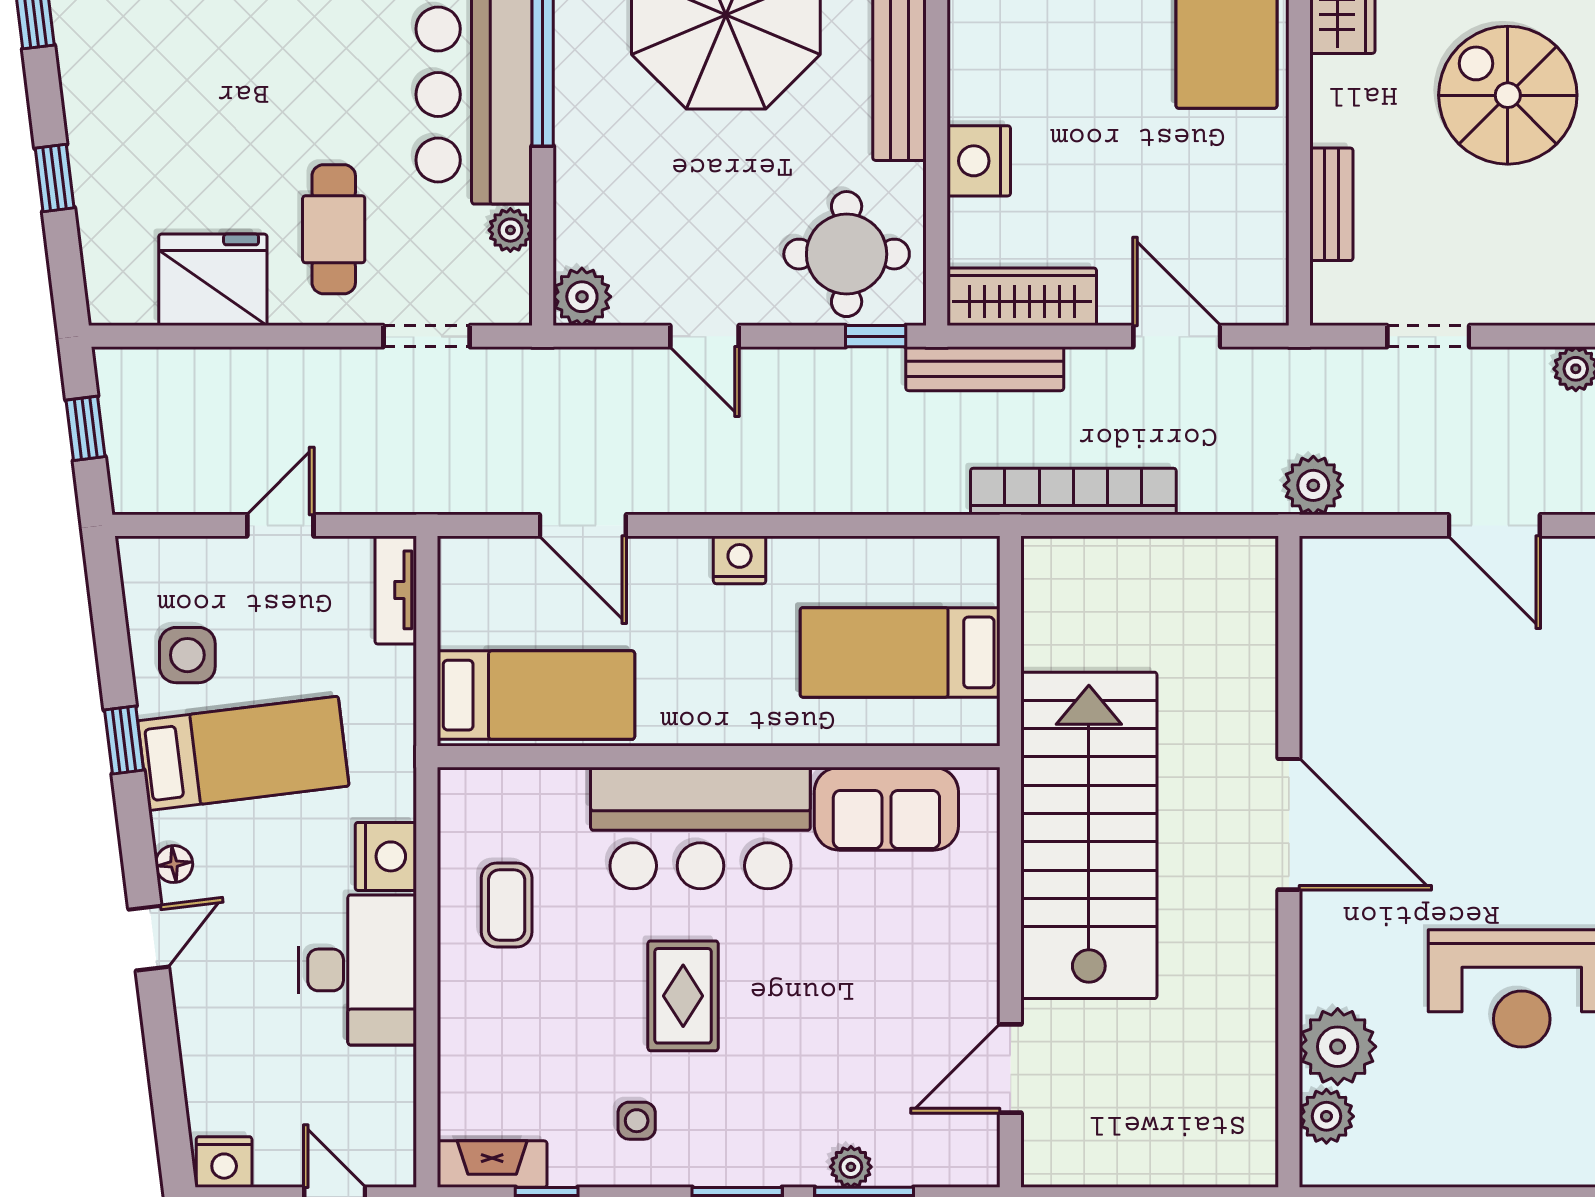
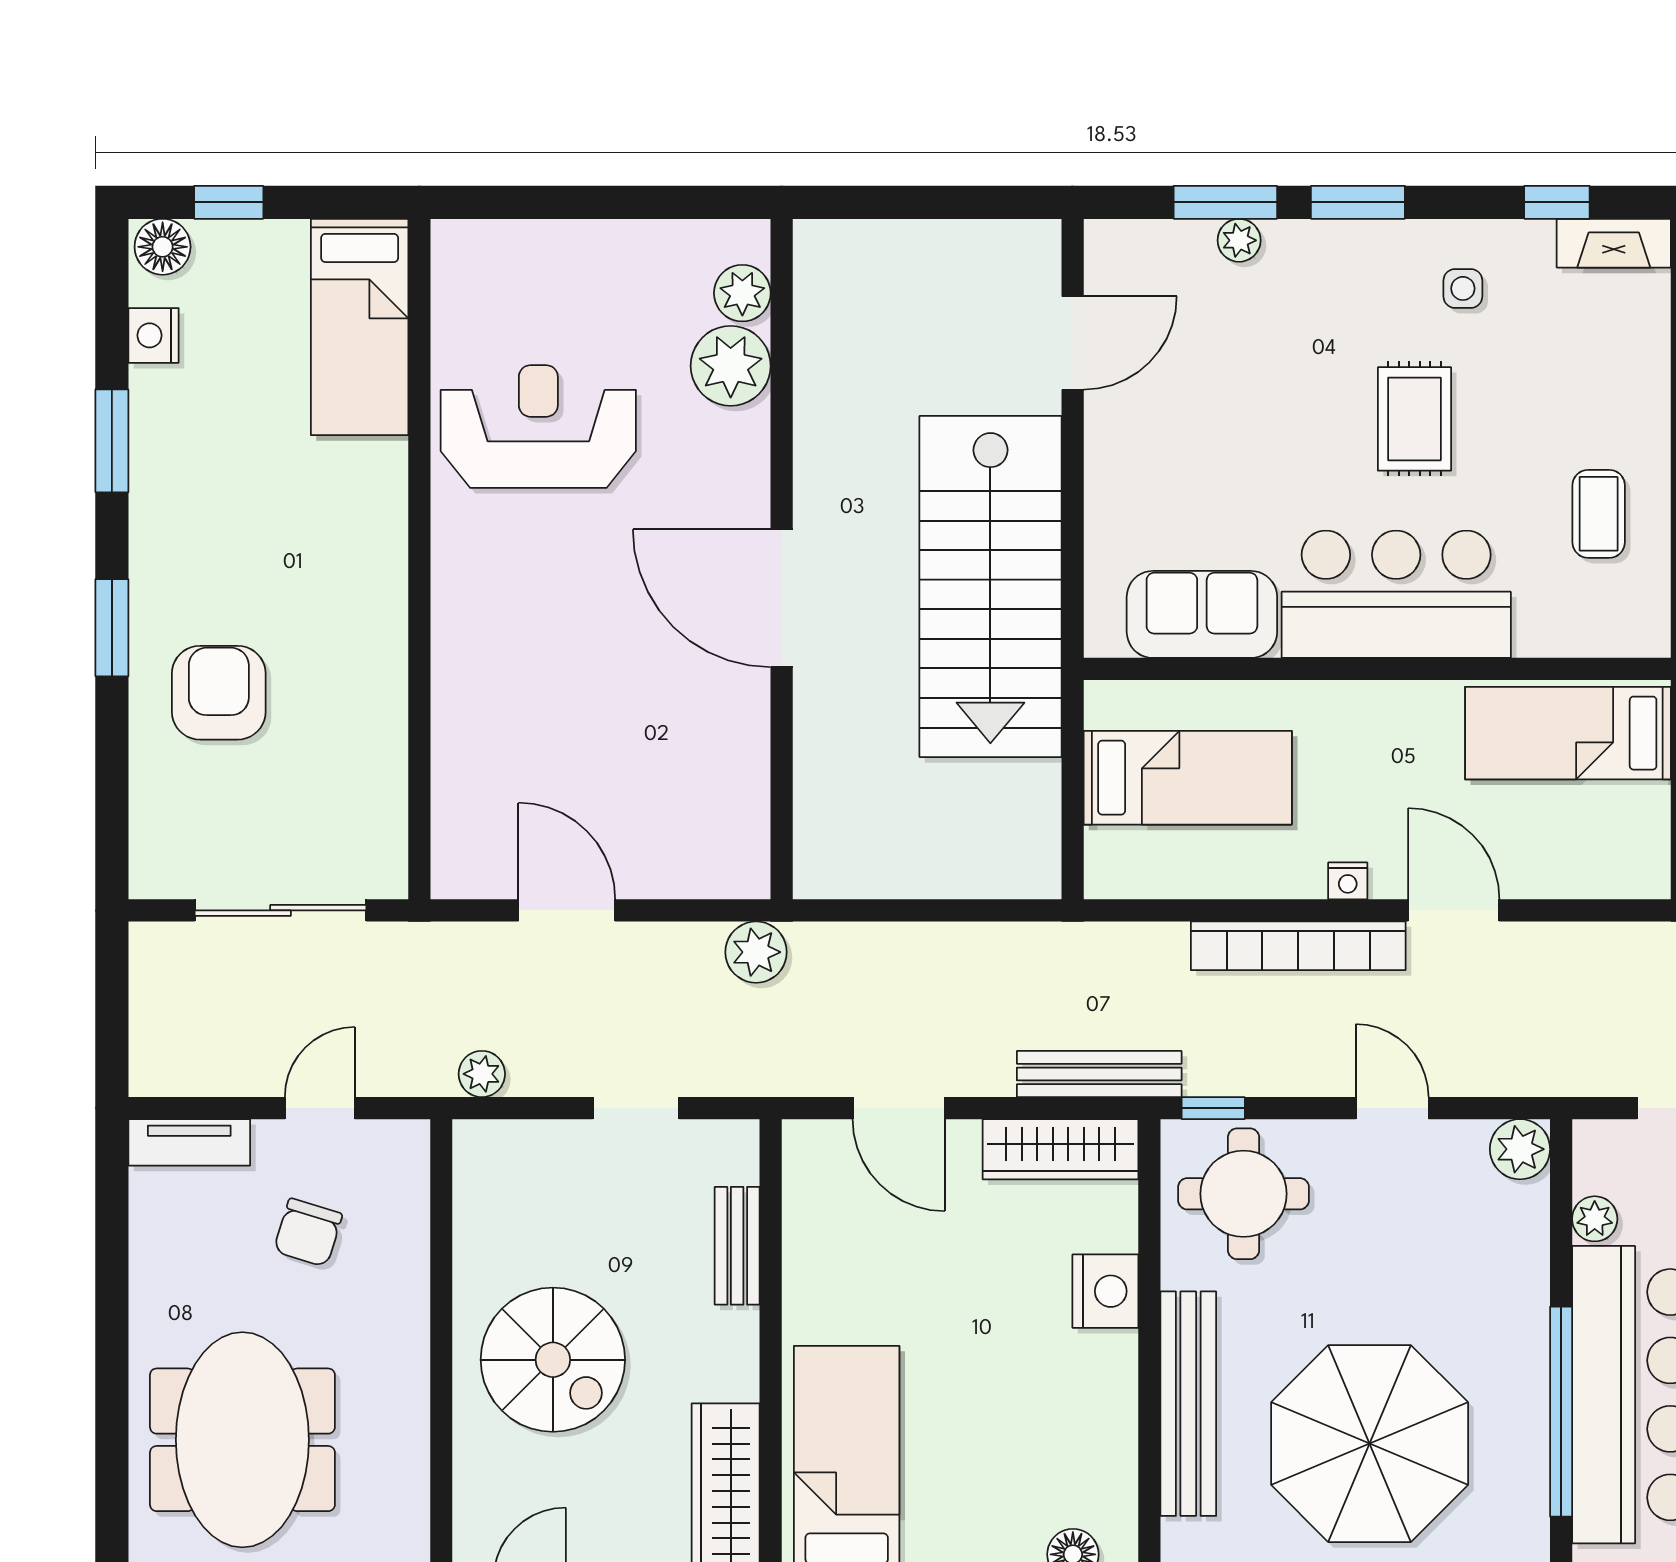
bookcase: (1073, 491) -> (1298, 946), moved
door: (583, 525) -> (1454, 910), moved
nightstand: (740, 560) -> (1348, 881), width x0.72, depth x0.74

